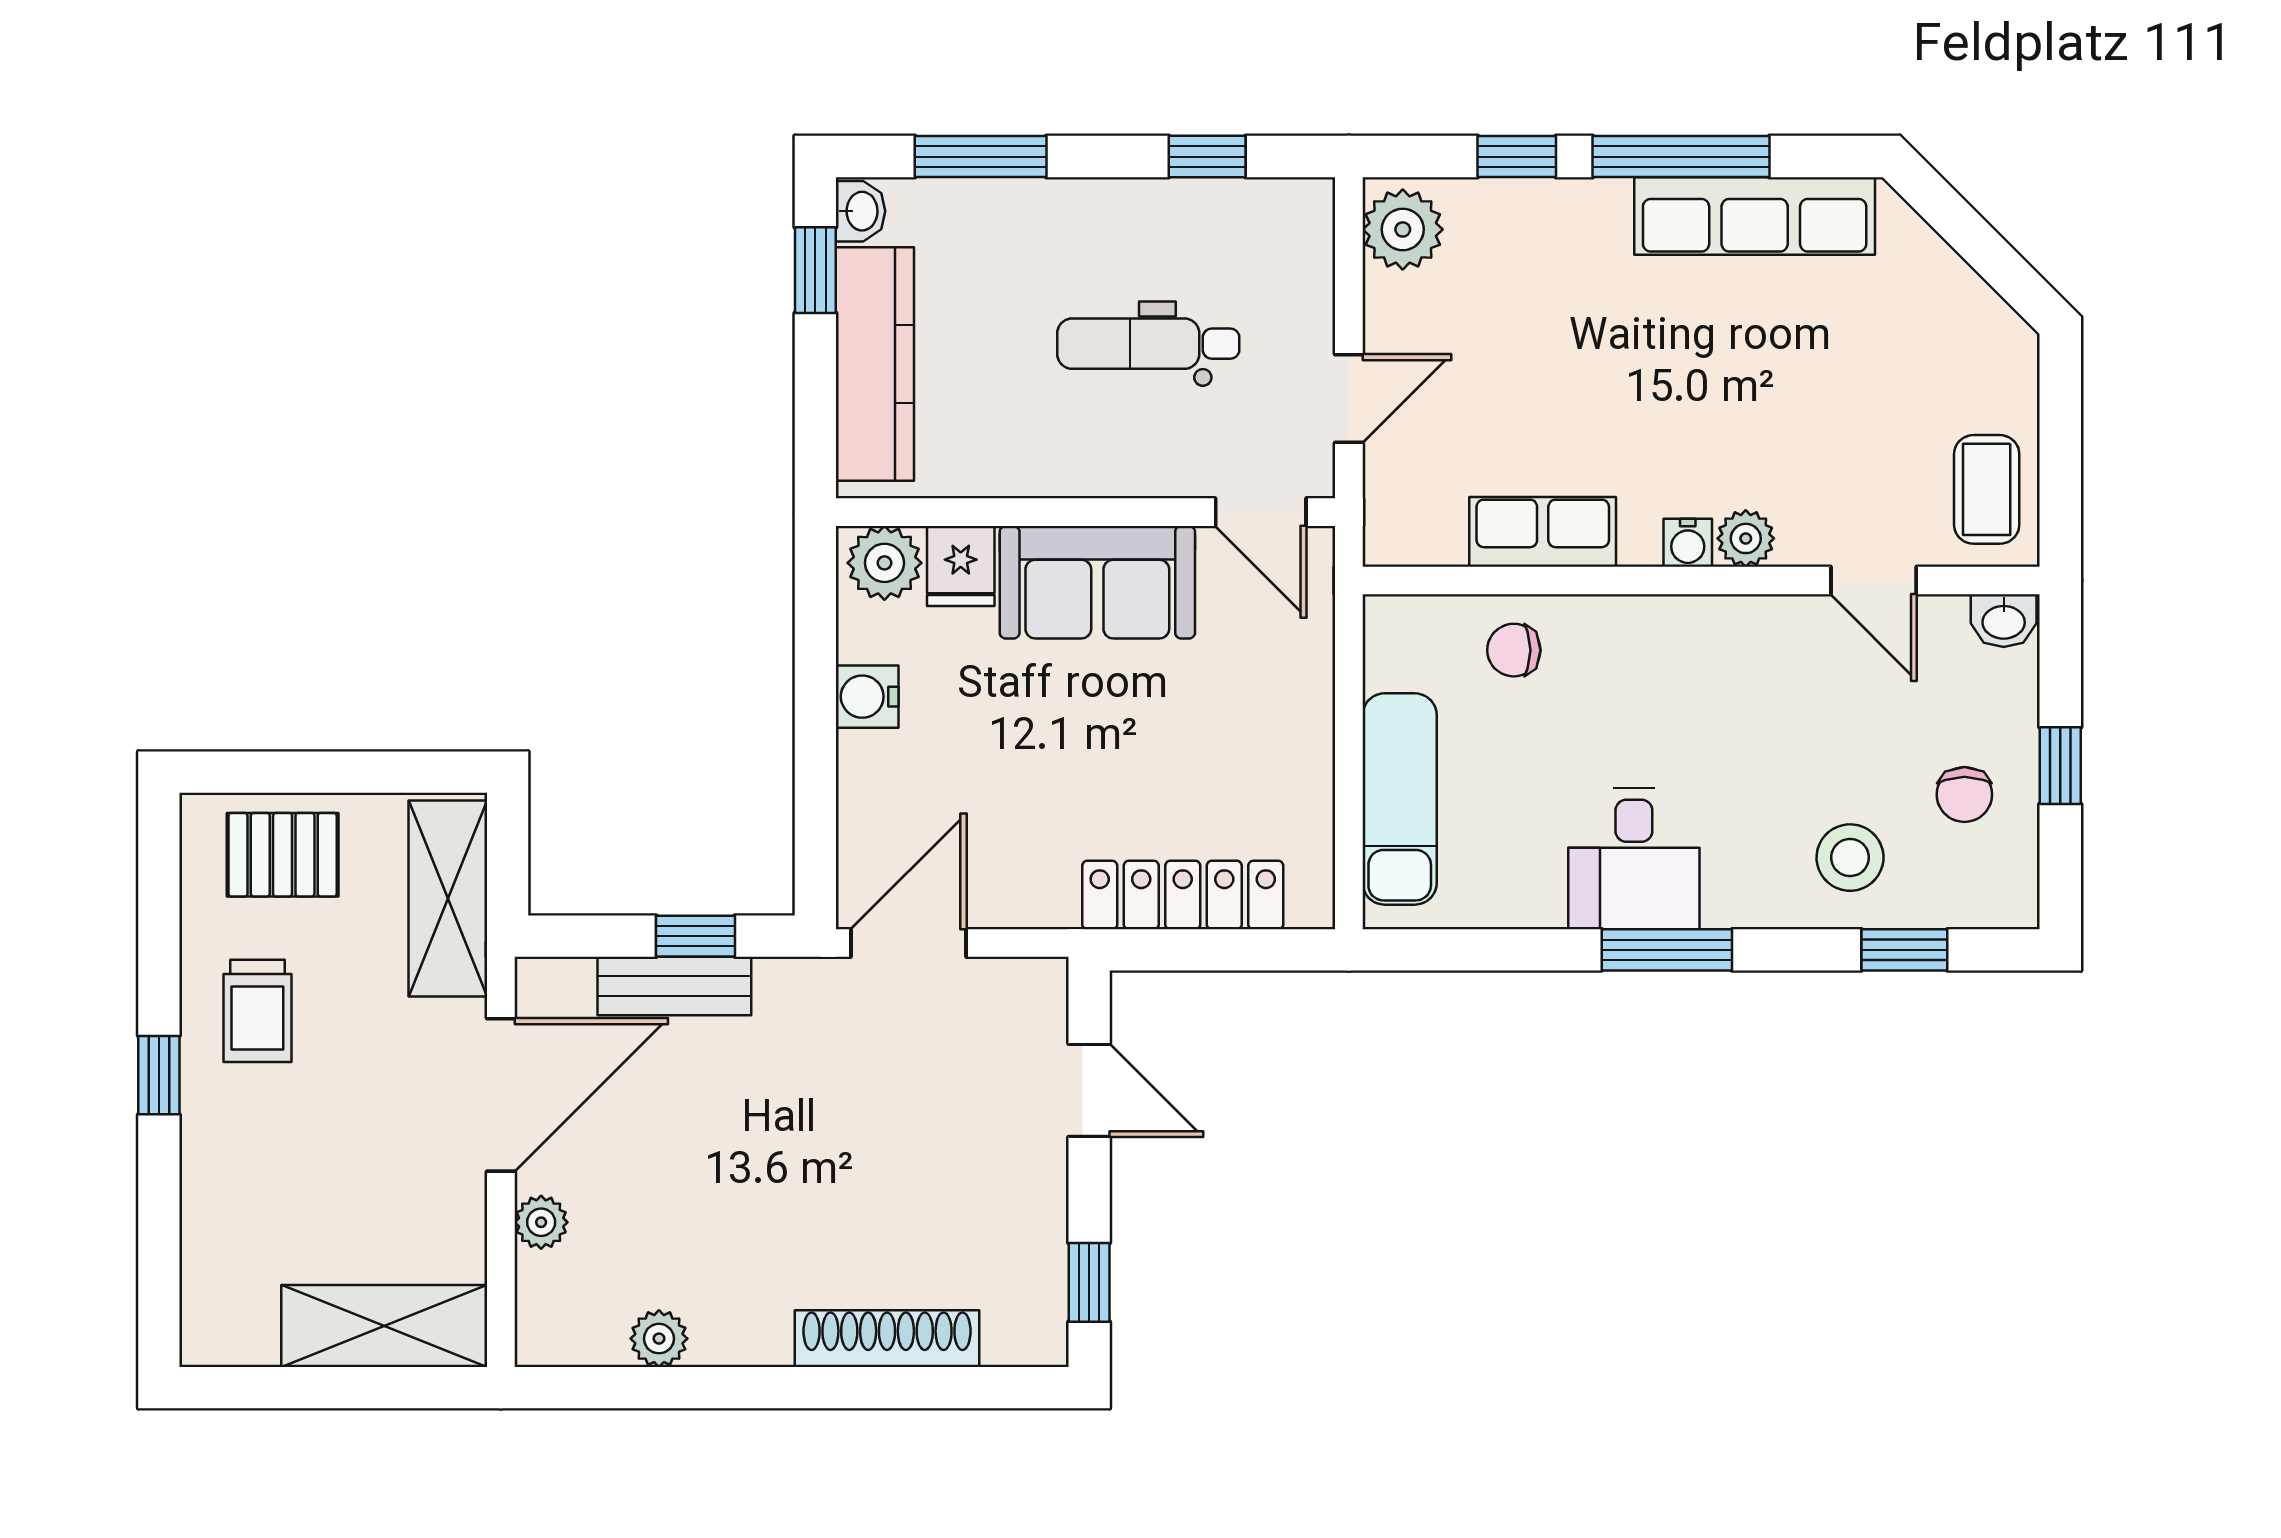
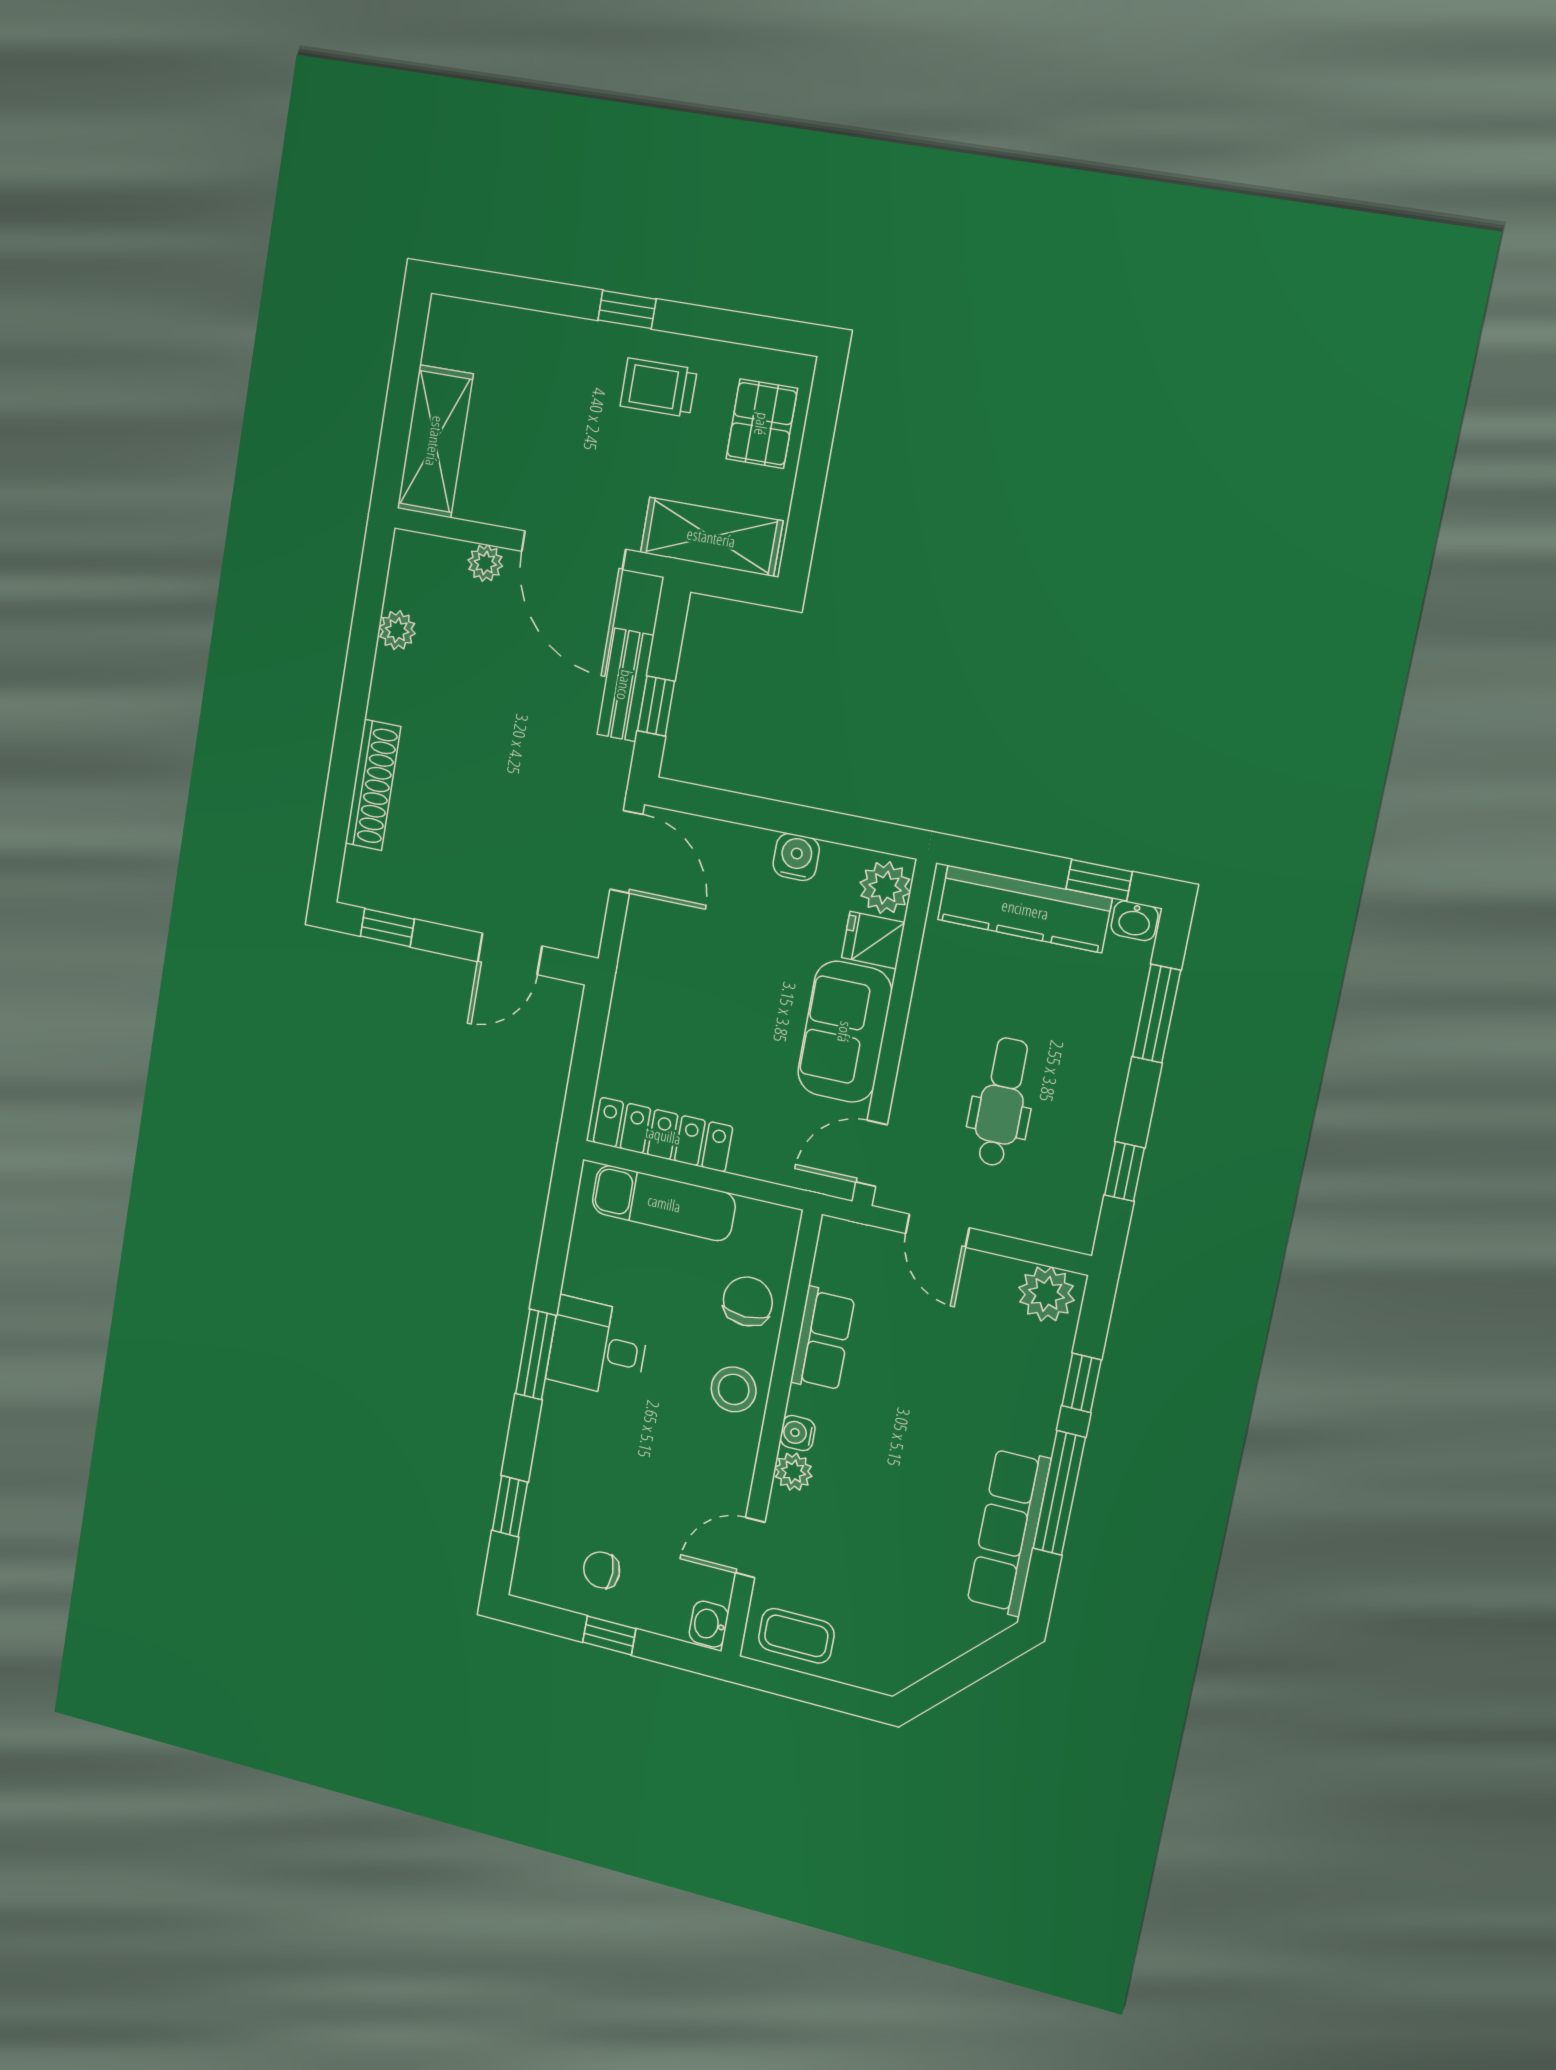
chair: (1514, 650) -> (748, 1302), width x1.37, depth x1.37
stool: (1850, 858) -> (734, 1389), moved
locker: (1183, 895) -> (663, 1135), moved, turned -90

